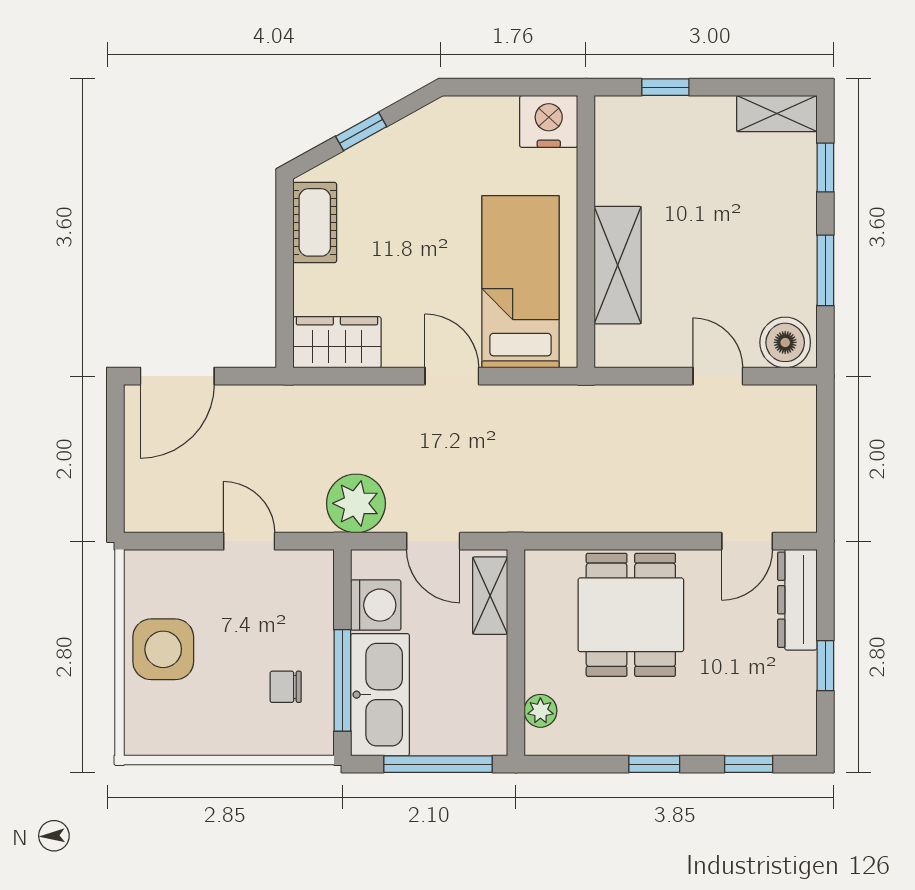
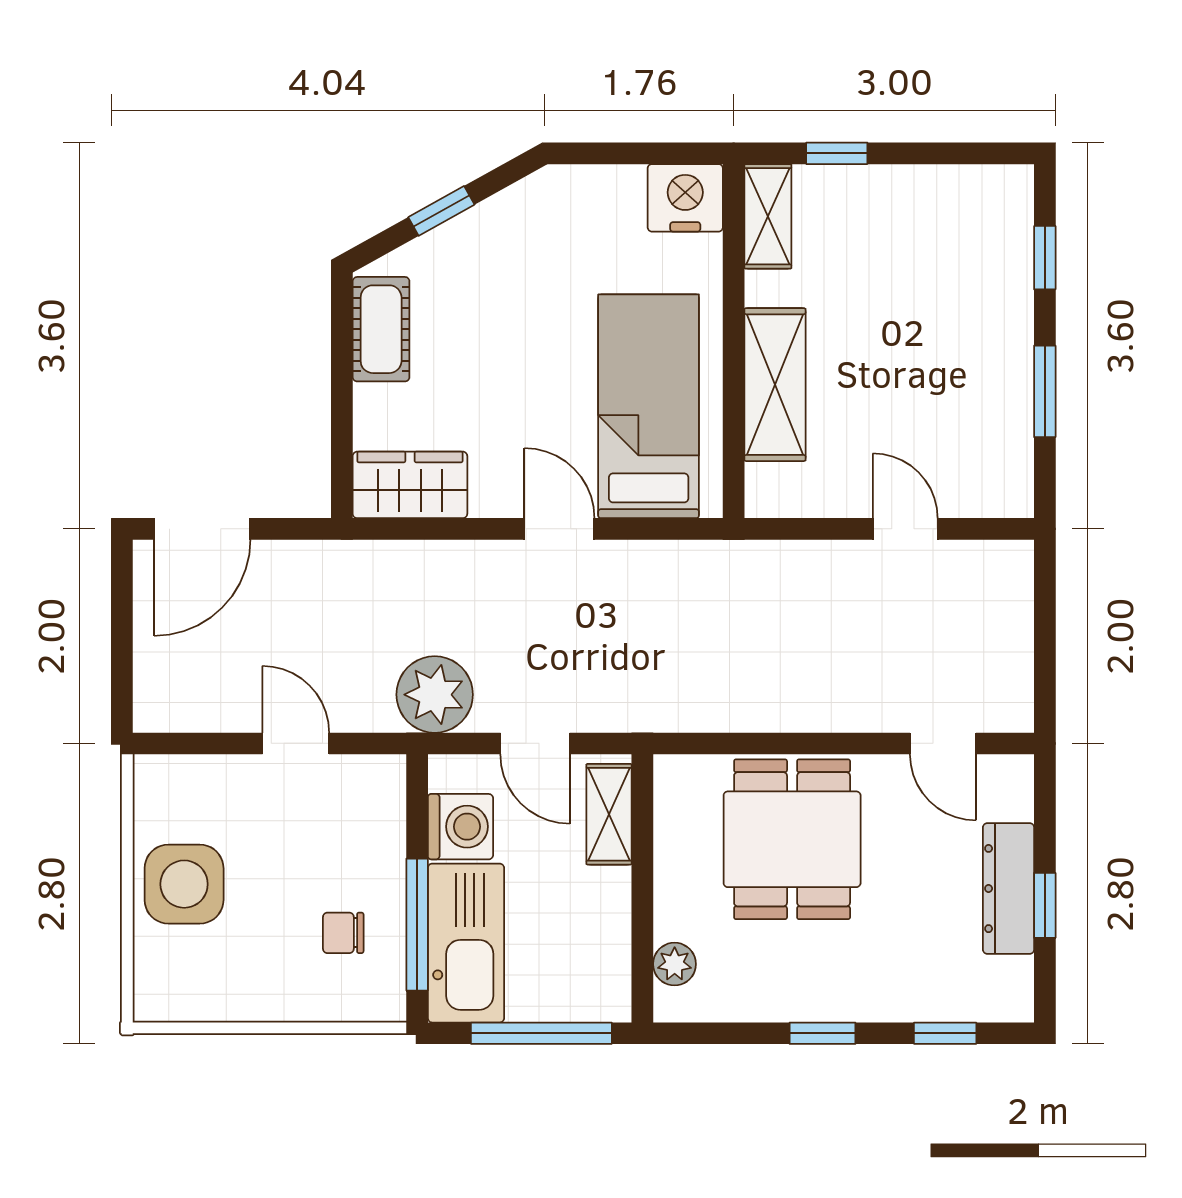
shelving: (777, 114) -> (768, 216), moved, turned 90
boiler: (785, 342) -> (993, 485), removed
door: (747, 541) -> (943, 743), hinge flipped
dresser: (797, 600) -> (1009, 889), moved

